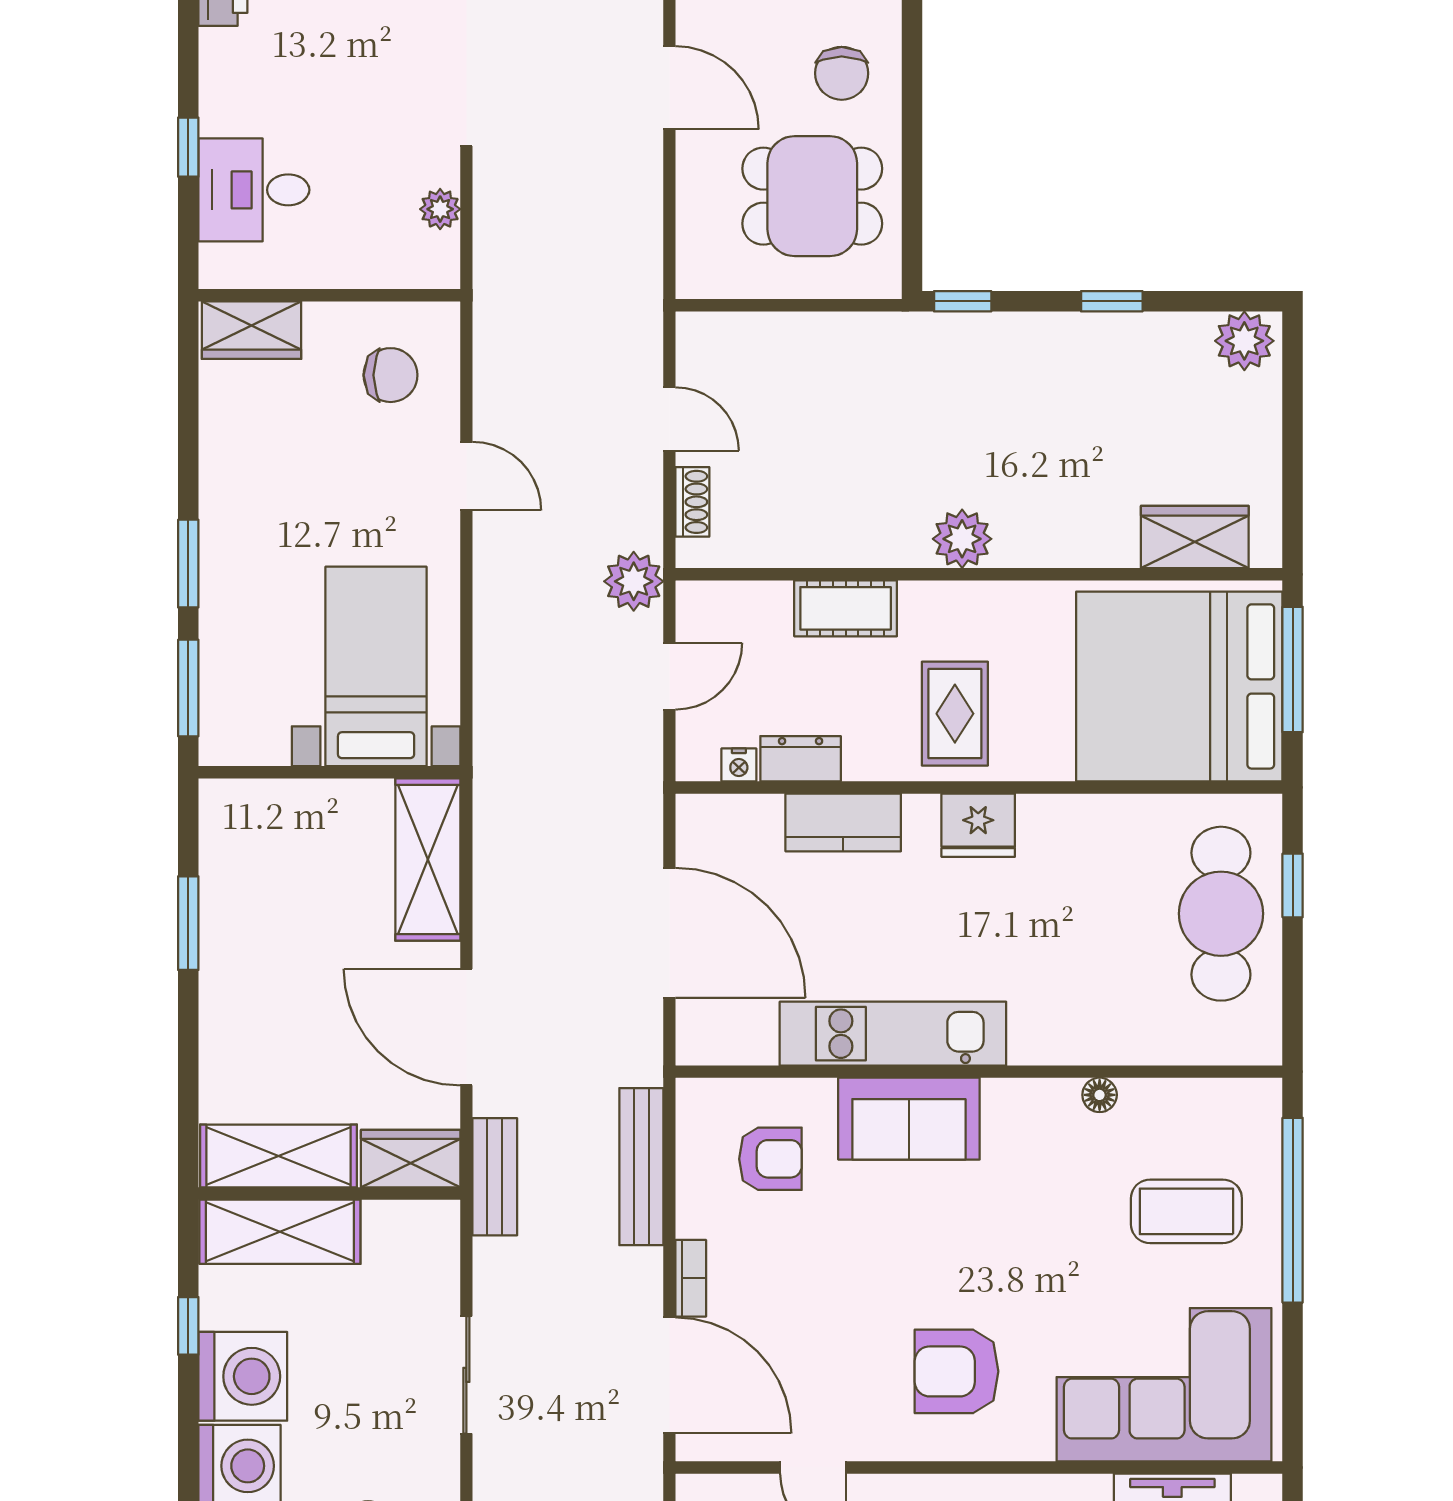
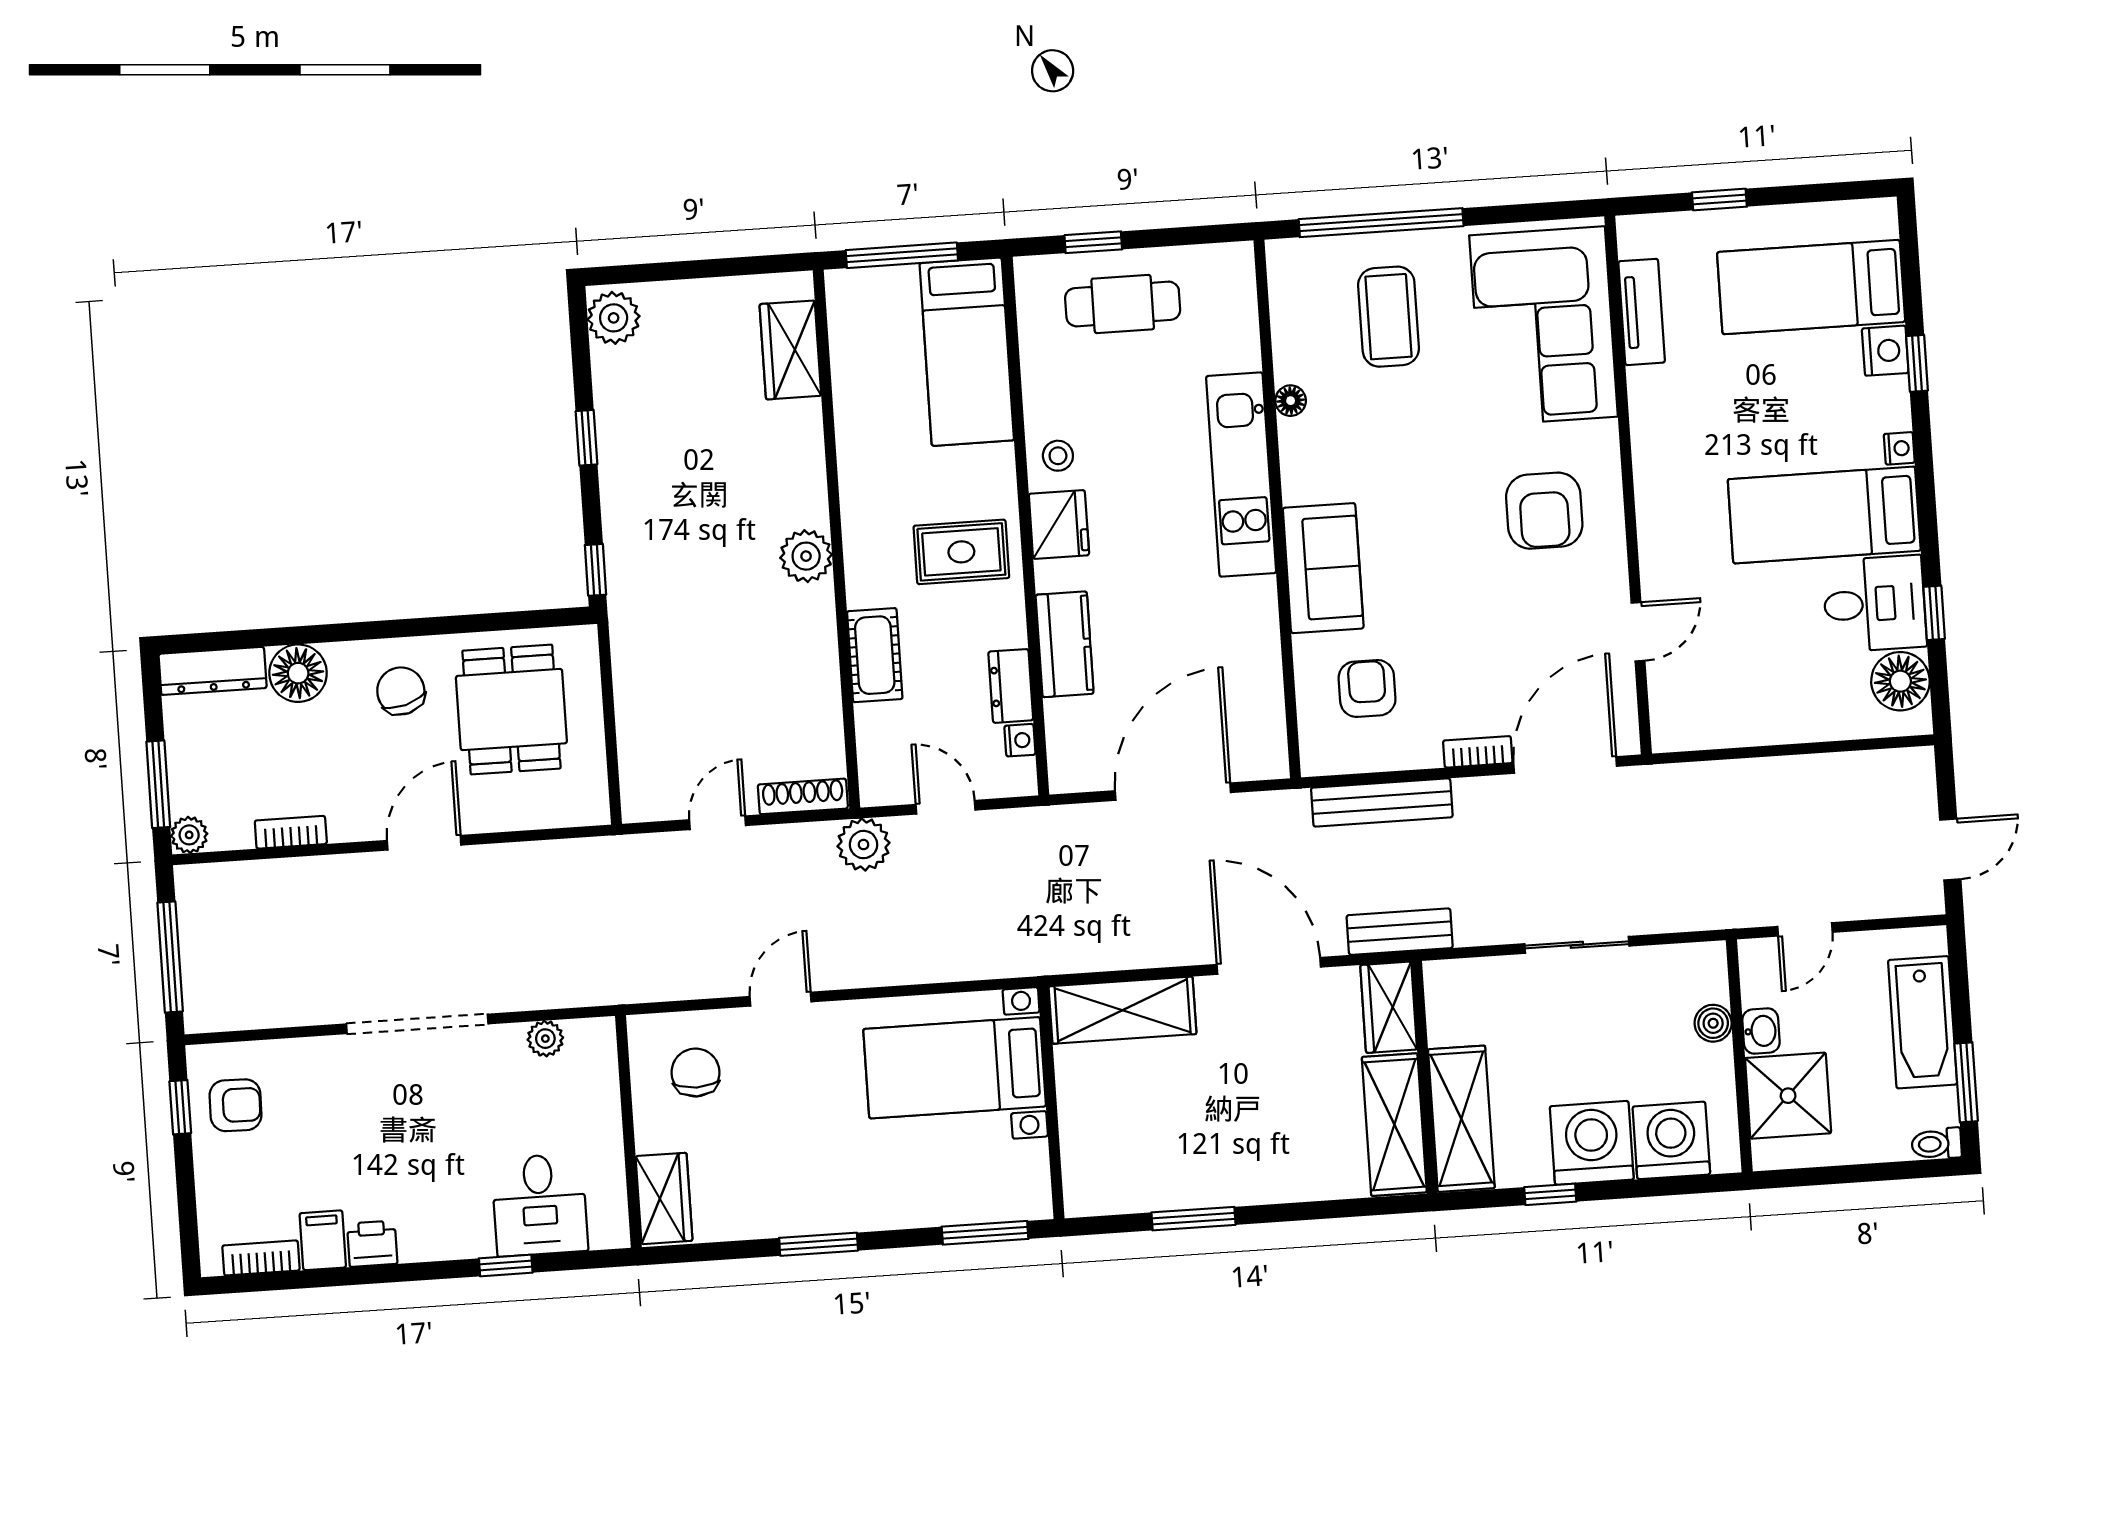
chair: (842, 73) -> (401, 691), turned -106
shoe rack: (692, 502) -> (803, 796), width x1.43
window: (188, 564) -> (819, 1244), moved
bed: (1179, 686) -> (967, 352), width x0.49
stool: (1055, 829) -> (1058, 456), added
cafe table: (1221, 914) -> (1123, 304), width x0.73, depth x0.74
door: (466, 1027) -> (1269, 966), swing flipped
kitchen unit: (893, 1034) -> (1241, 475), moved

